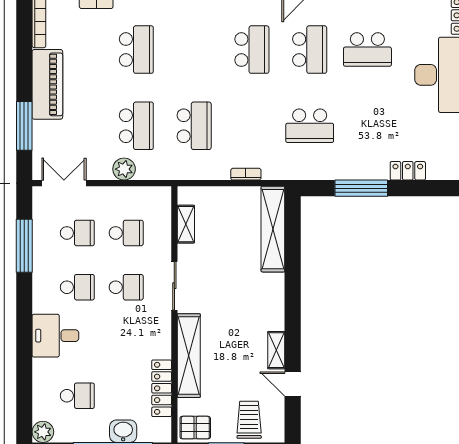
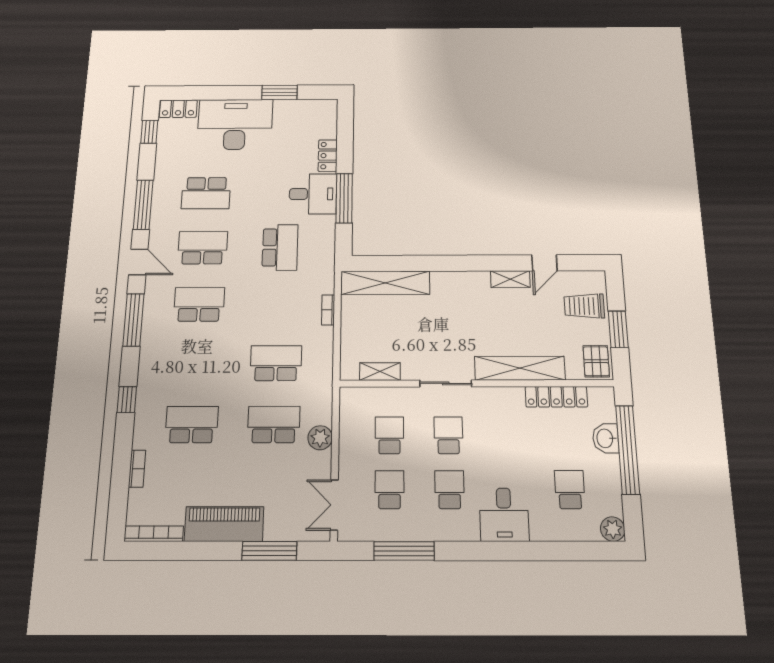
school desk: (367, 50) -> (206, 193), turned 90
desk: (366, 157) -> (313, 194), added

